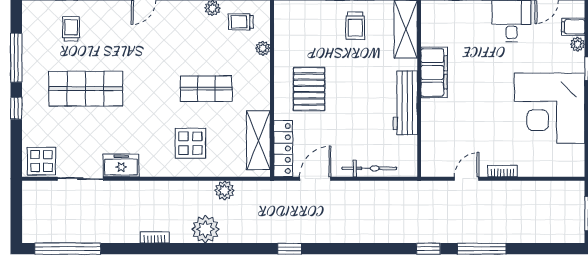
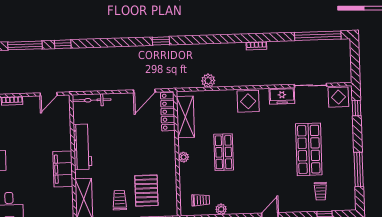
plant: (263, 48) -> (184, 157), moved
shop shelf: (86, 89) -> (309, 149), turned 90
shop shelf: (206, 89) -> (224, 152), turned 90
pallet: (309, 89) -> (146, 191), moved
window: (16, 108) -> (357, 108), moved
display table: (190, 143) -> (248, 101), moved
bicycle: (369, 168) -> (92, 100), moved
door: (467, 179) -> (49, 94), moved
plant: (205, 229) -> (221, 53), removed

